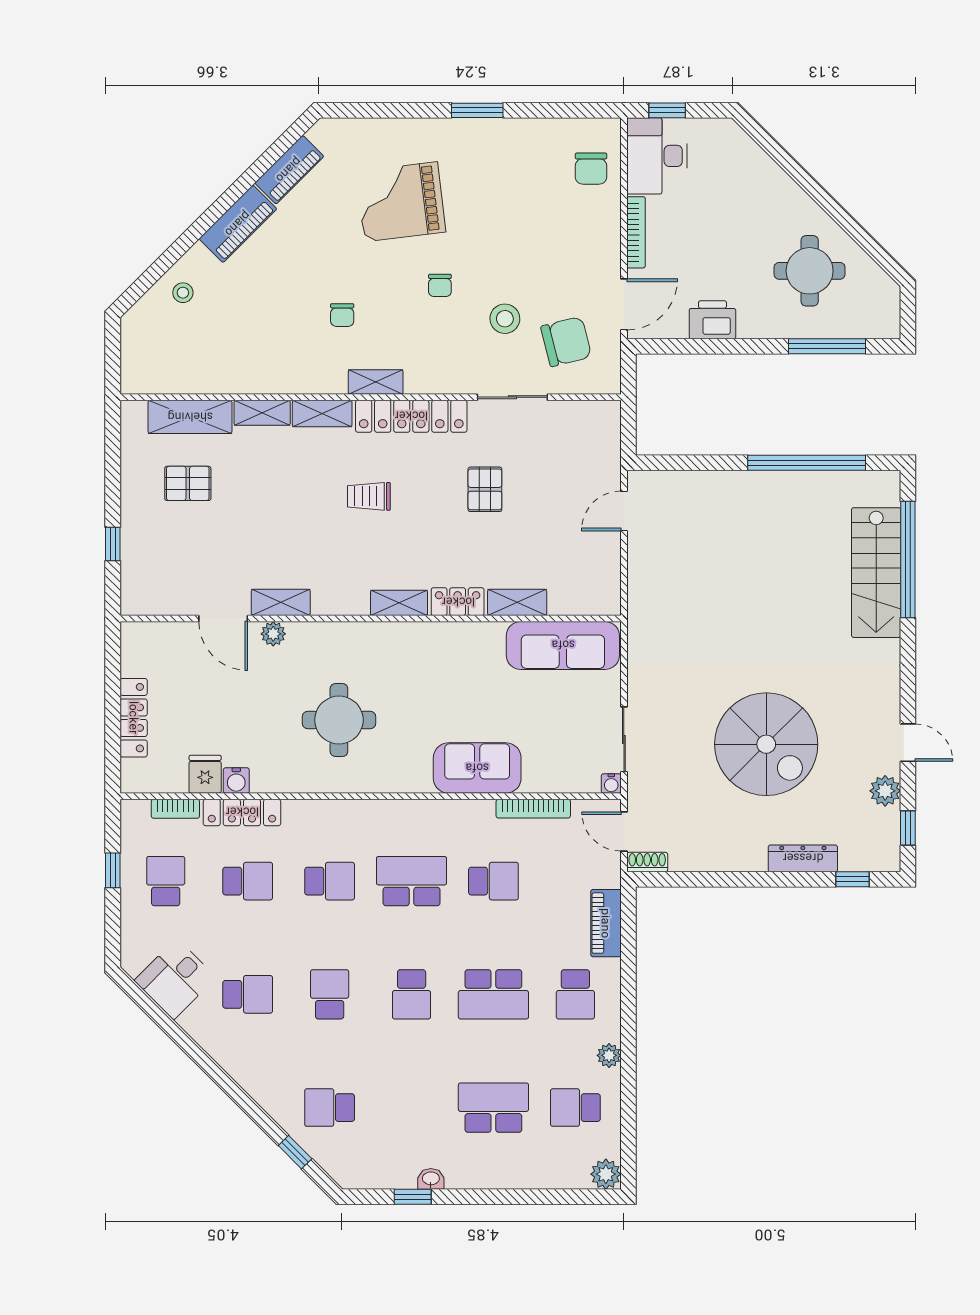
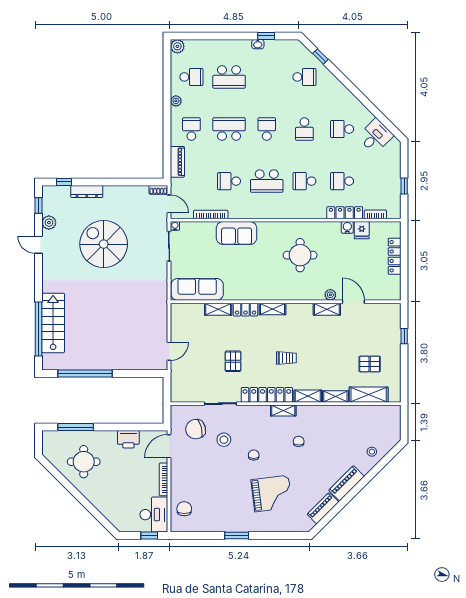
school desk: (166, 881) -> (380, 181), removed

